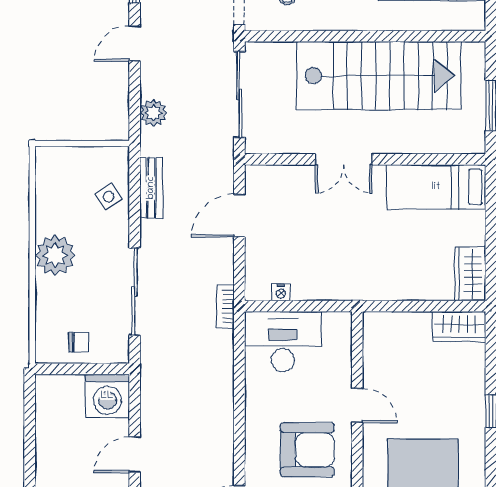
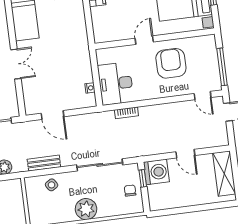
bookcase: (225, 306) -> (126, 113), moved
window: (99, 369) -> (143, 178), added

